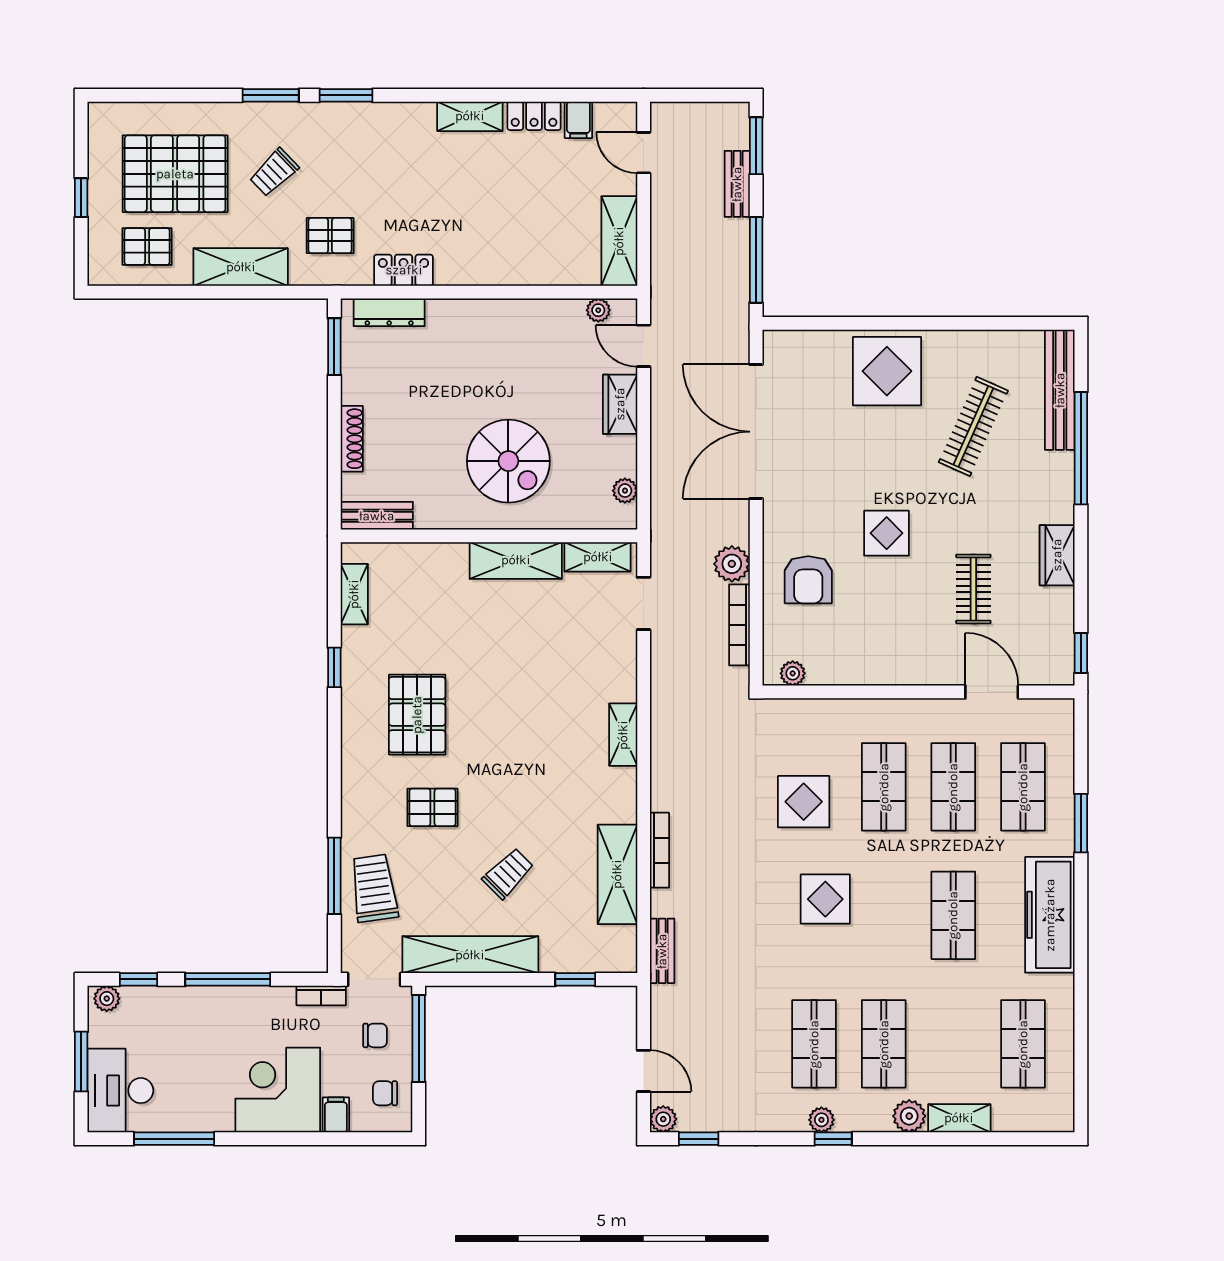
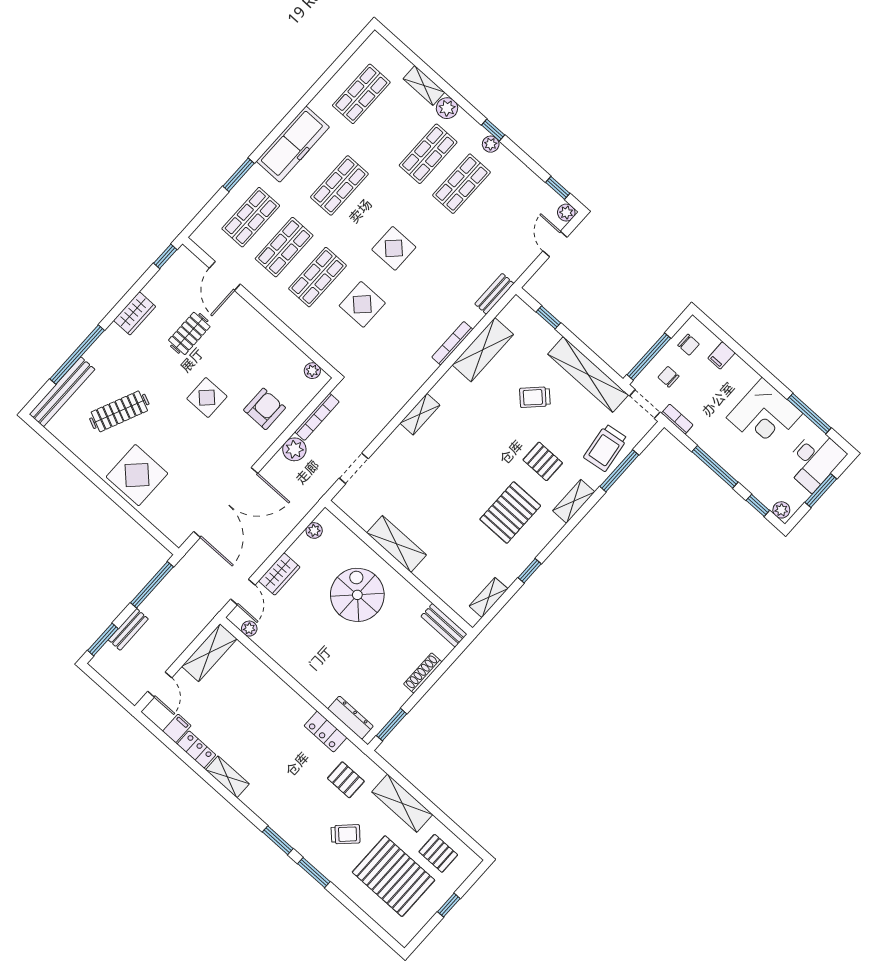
shelving: (598, 557) -> (574, 501), moved, turned 90
corner desk: (278, 1090) -> (764, 416), moved

